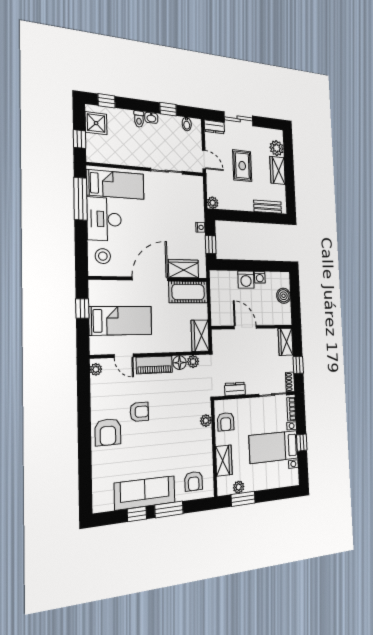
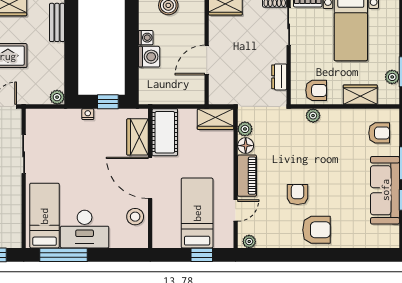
stool: (103, 256) -> (135, 217), moved
window: (82, 308) -> (202, 255), moved

